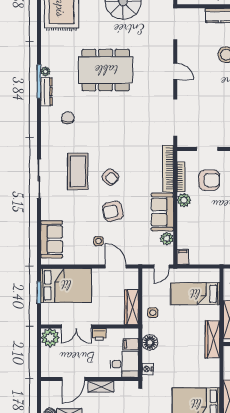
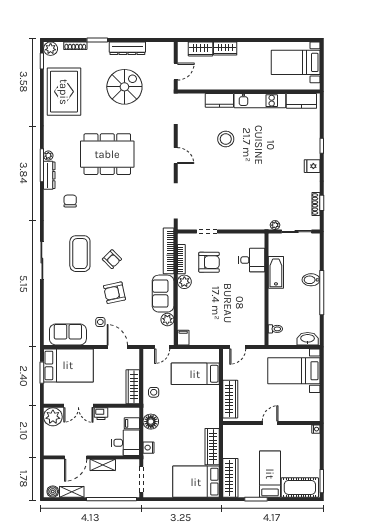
sofa: (52, 239) -> (68, 334), moved, turned -90
wardrobe: (212, 339) -> (212, 447), moved

